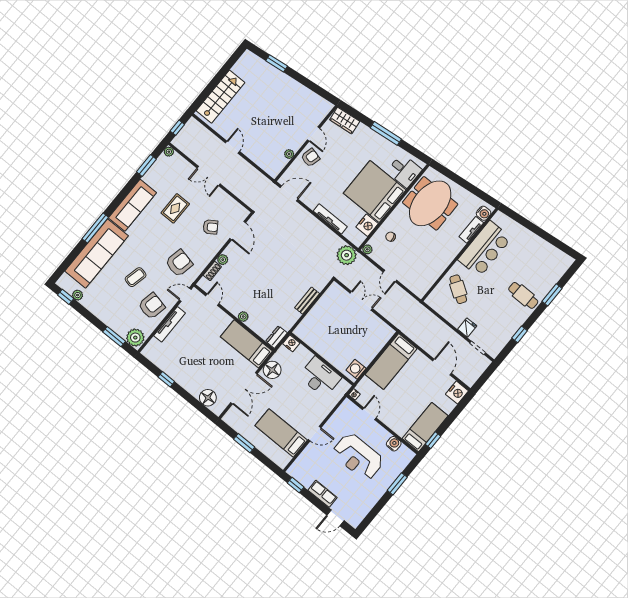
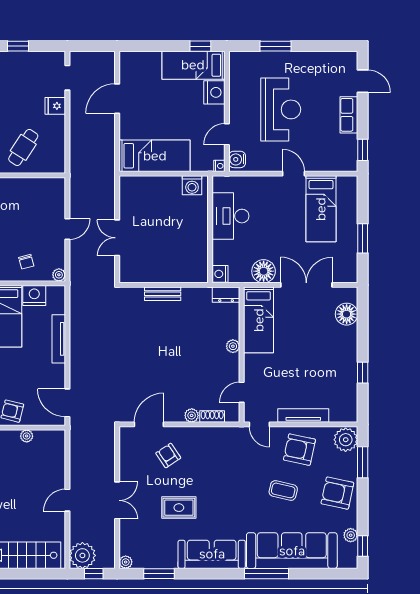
plant: (347, 255) -> (82, 555), moved
armchair: (179, 263) -> (337, 493), moved
nightstand: (457, 392) -> (214, 92), moved, turned 90
water cooler: (394, 444) -> (237, 159), moved

